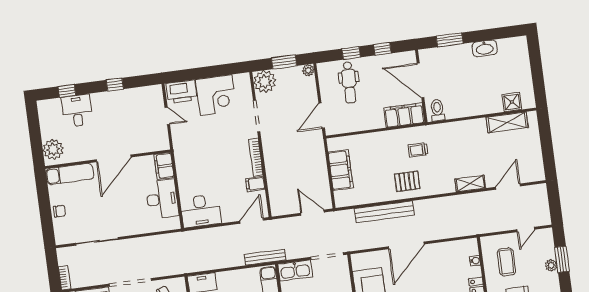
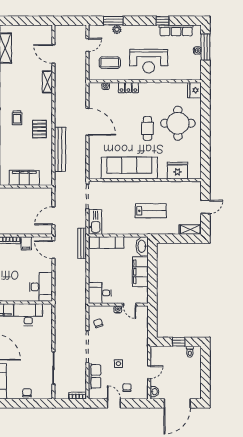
door: (312, 213) -> (53, 216), moved
door: (526, 230) -> (87, 45), hinge flipped
door: (406, 245) -> (87, 122), moved

